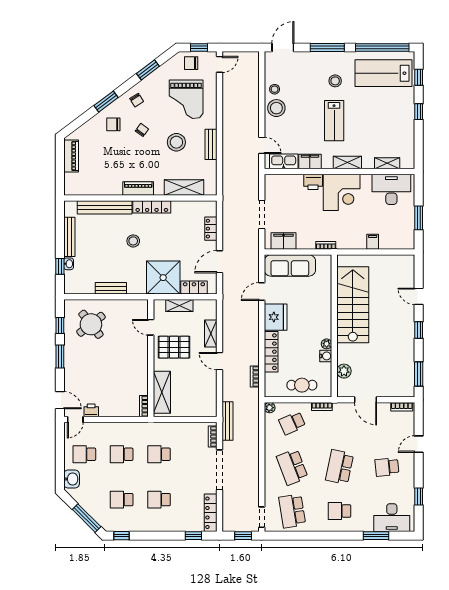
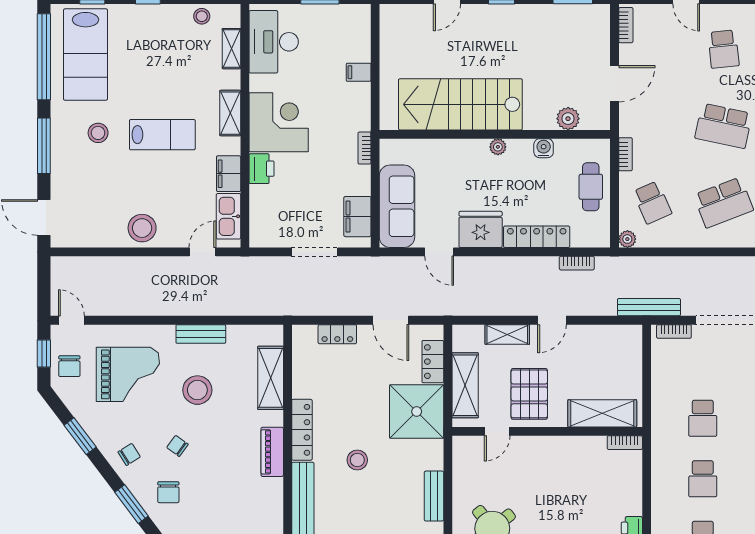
stool: (275, 89) -> (202, 16), moved
shelving: (179, 306) -> (465, 385), width x1.50, depth x1.33
plant: (327, 344) -> (498, 147), moved

